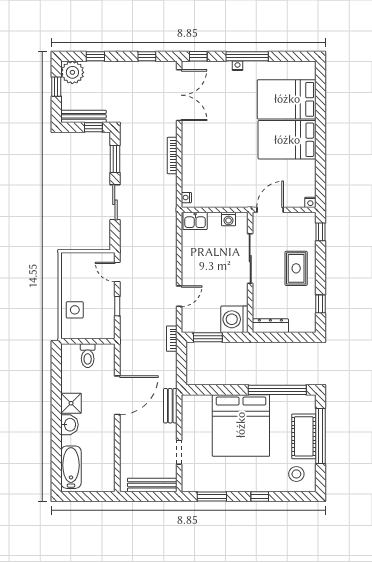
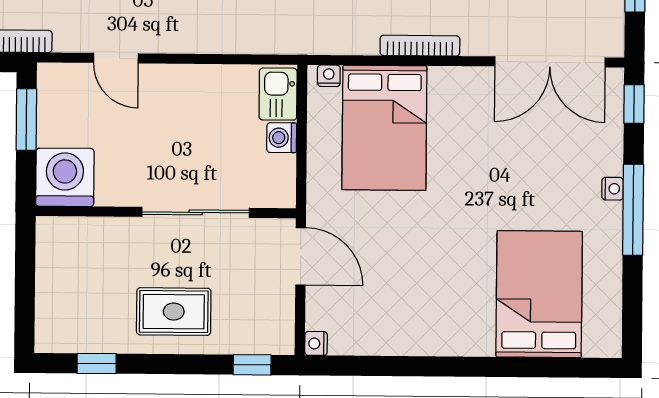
bed: (287, 140) -> (384, 128), moved, turned 180
washing machine: (228, 219) -> (282, 138), moved
dresser: (270, 326) -> (50, 255), removed

